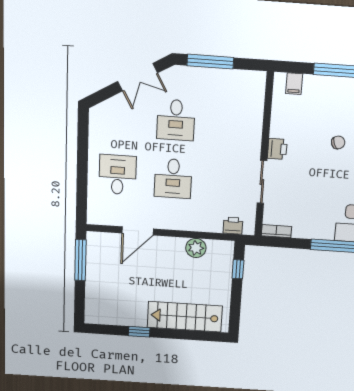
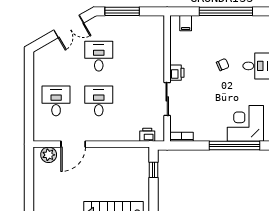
desk: (176, 120) -> (99, 56), turned 180
desk: (173, 178) -> (99, 101), turned 180
plant: (196, 248) -> (49, 155), moved
window: (80, 260) -> (29, 171), removed

